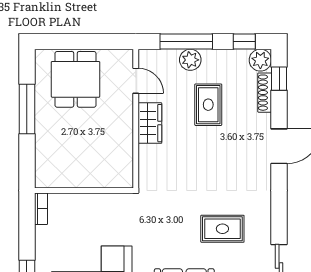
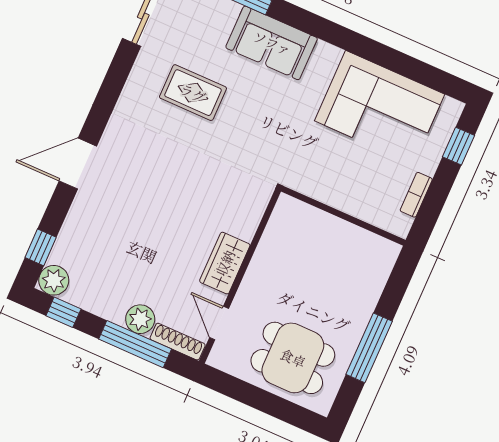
dining table: (76, 79) -> (293, 358), turned 90
shoe rack: (265, 93) -> (178, 342), moved, turned -90
rug: (208, 105) -> (143, 254), removed
bookcase: (41, 209) -> (416, 195), moved

